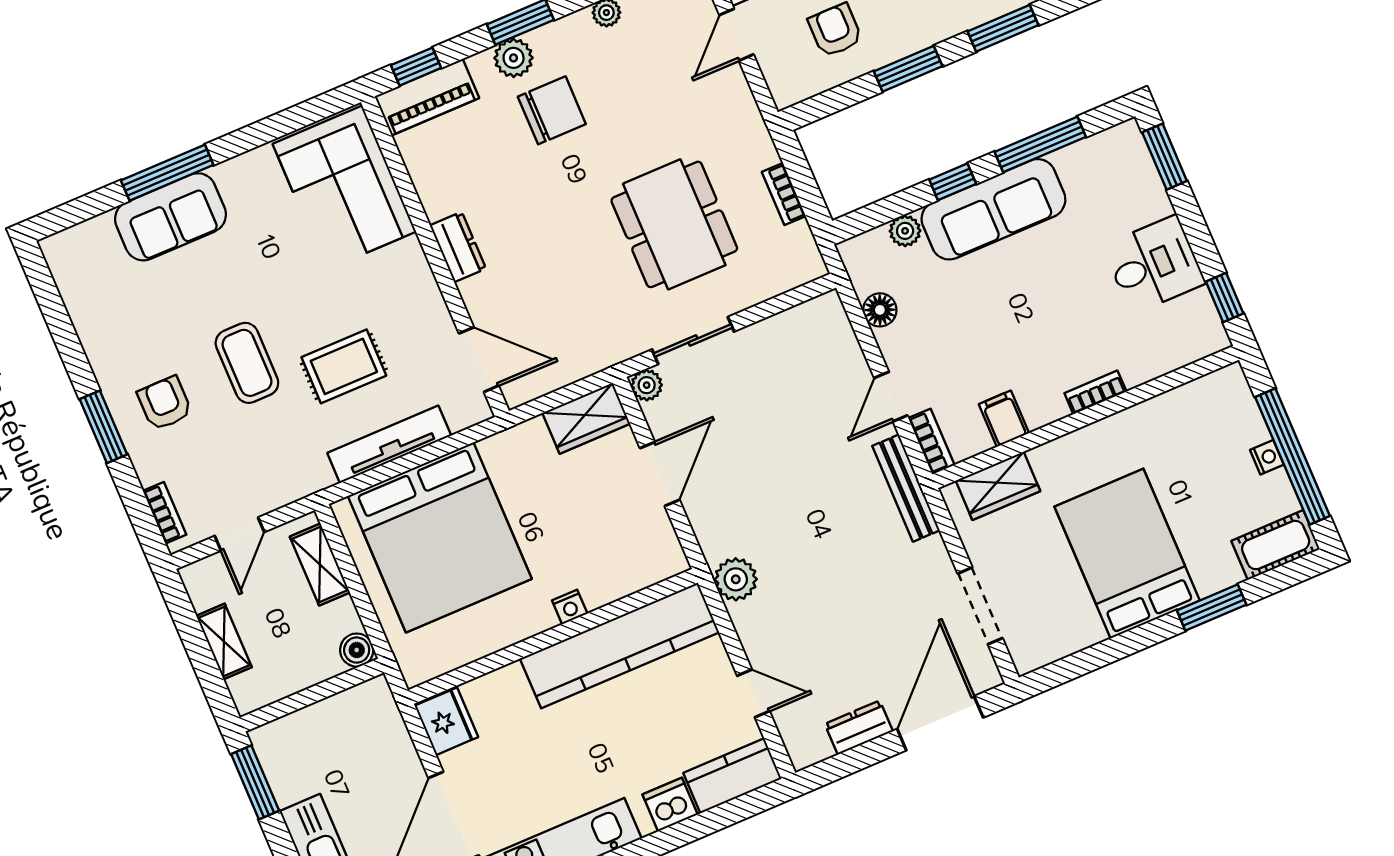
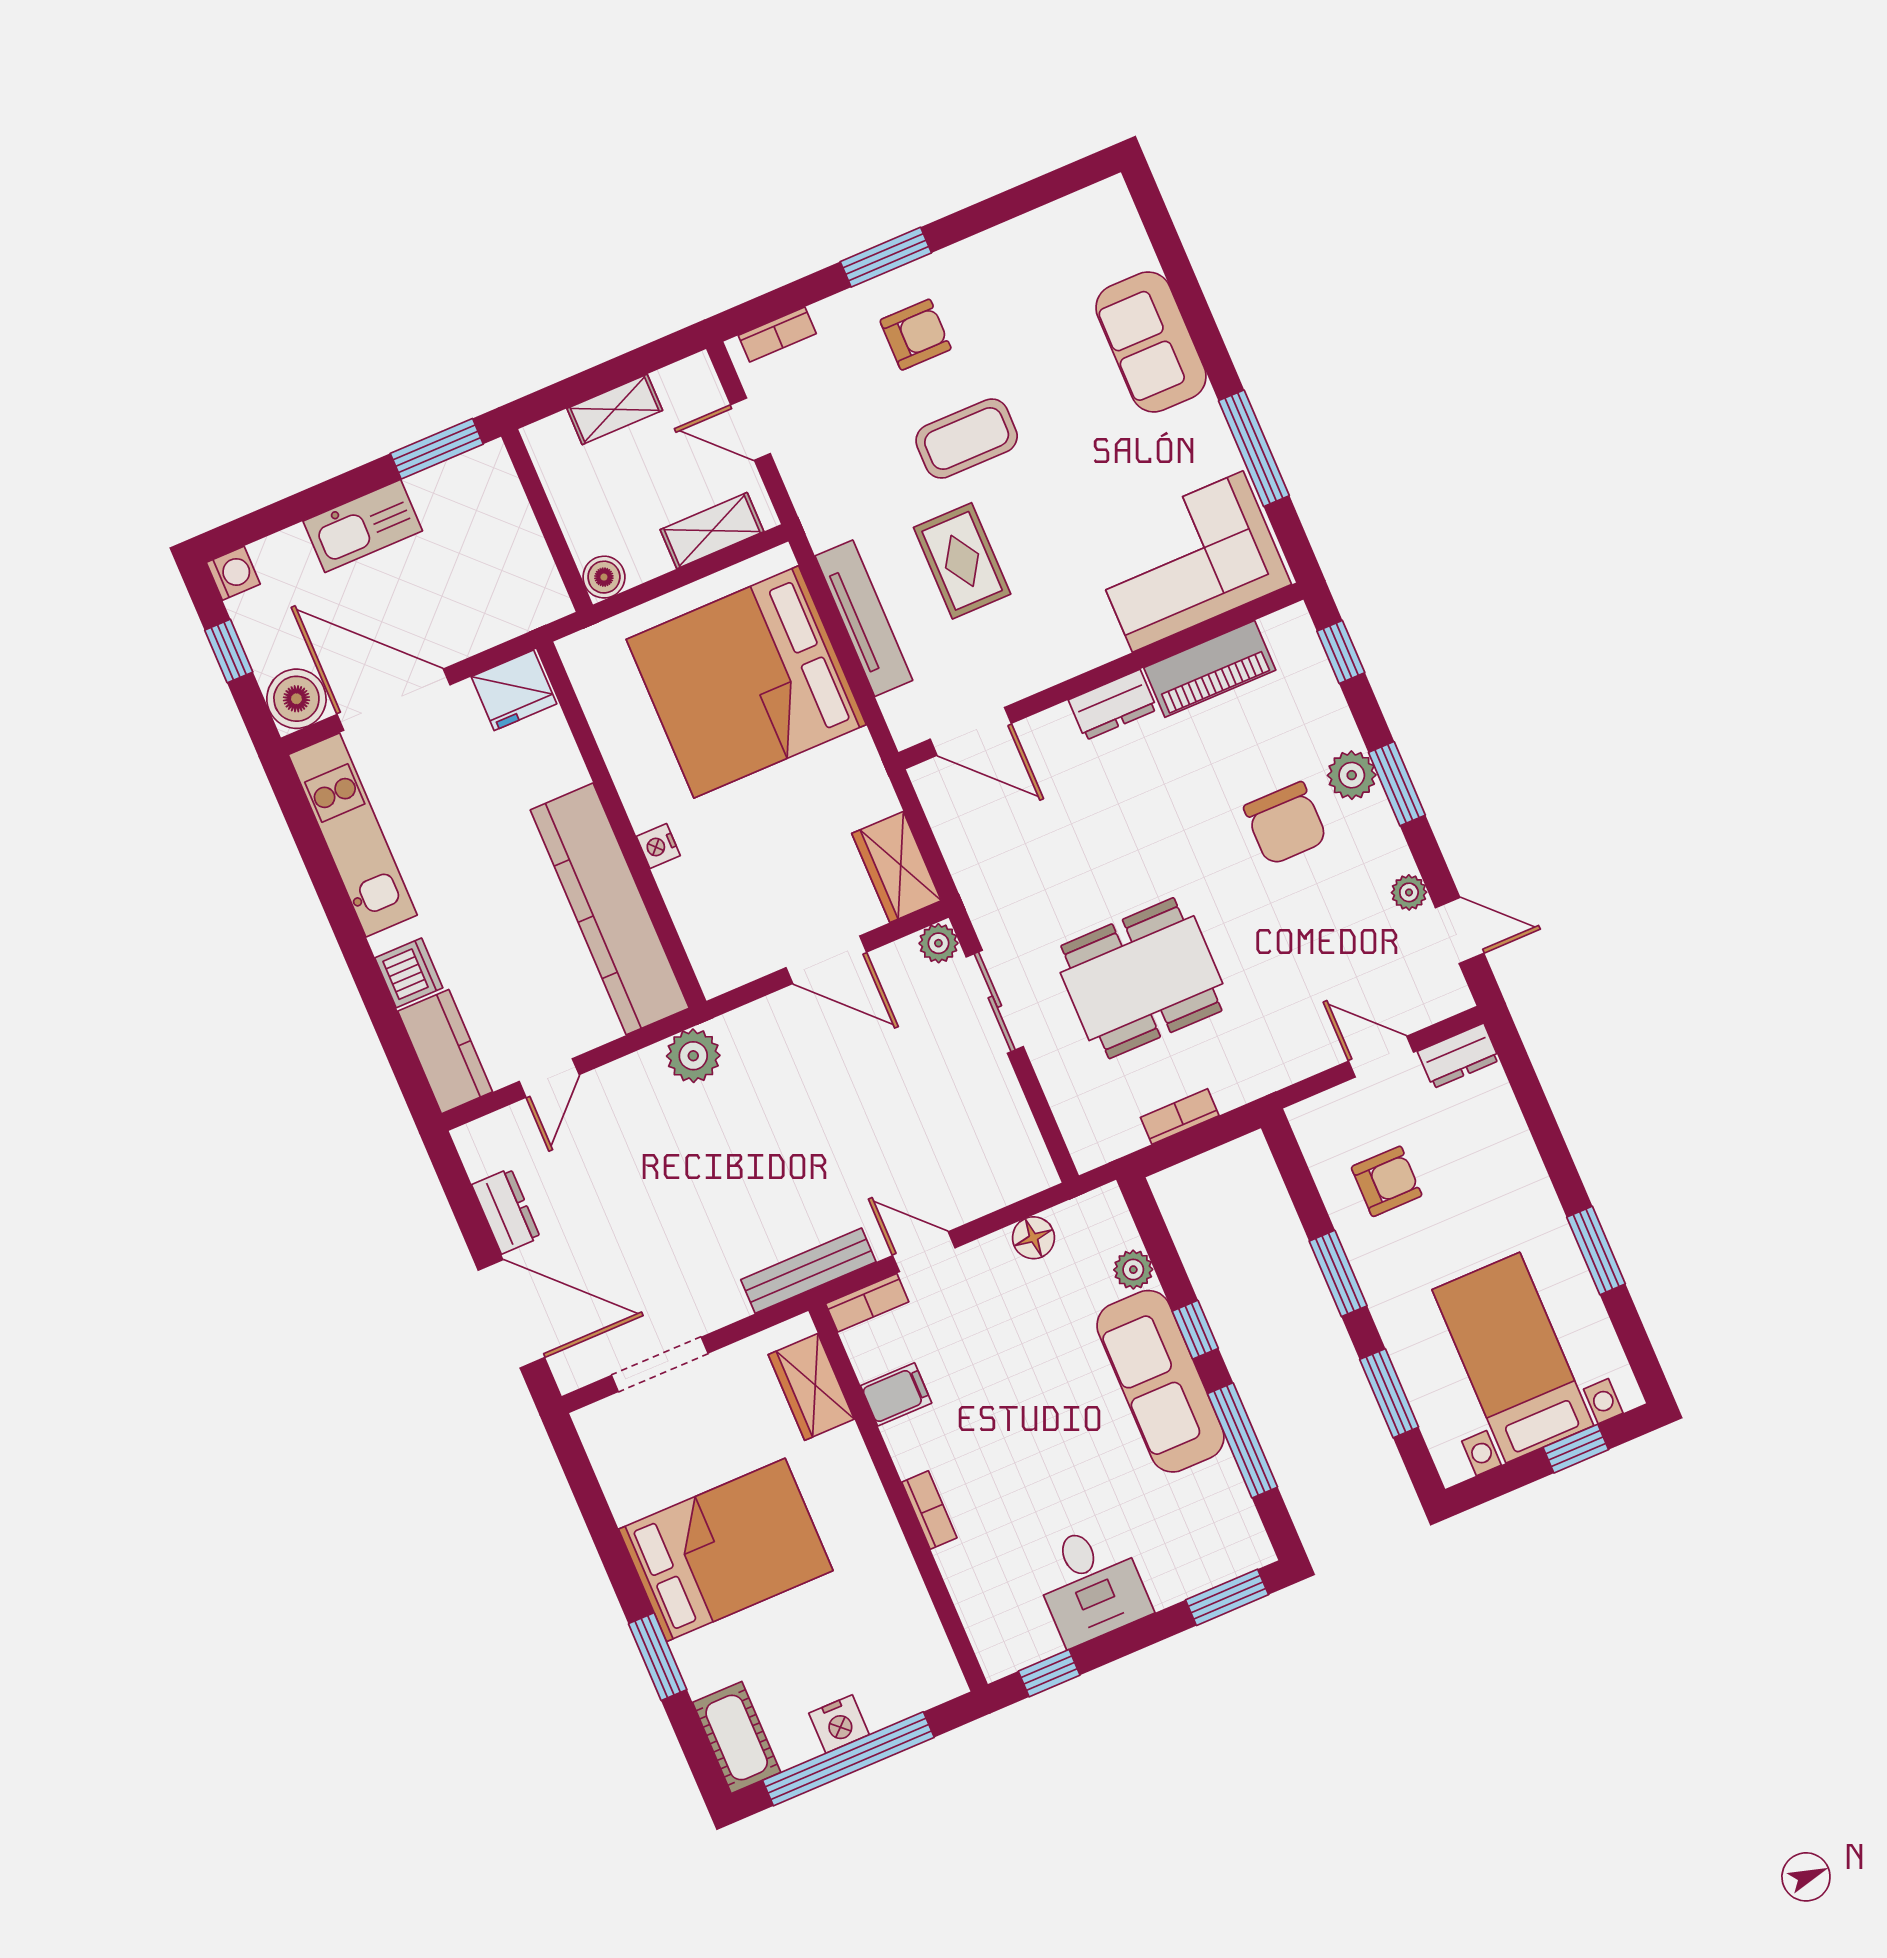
piano: (427, 97) -> (1210, 669), moved, turned -90
window: (167, 173) -> (1254, 448), moved
door: (479, 360) -> (971, 731), hinge flipped
nightstand: (1267, 457) -> (839, 1724), width x1.39, depth x1.35

